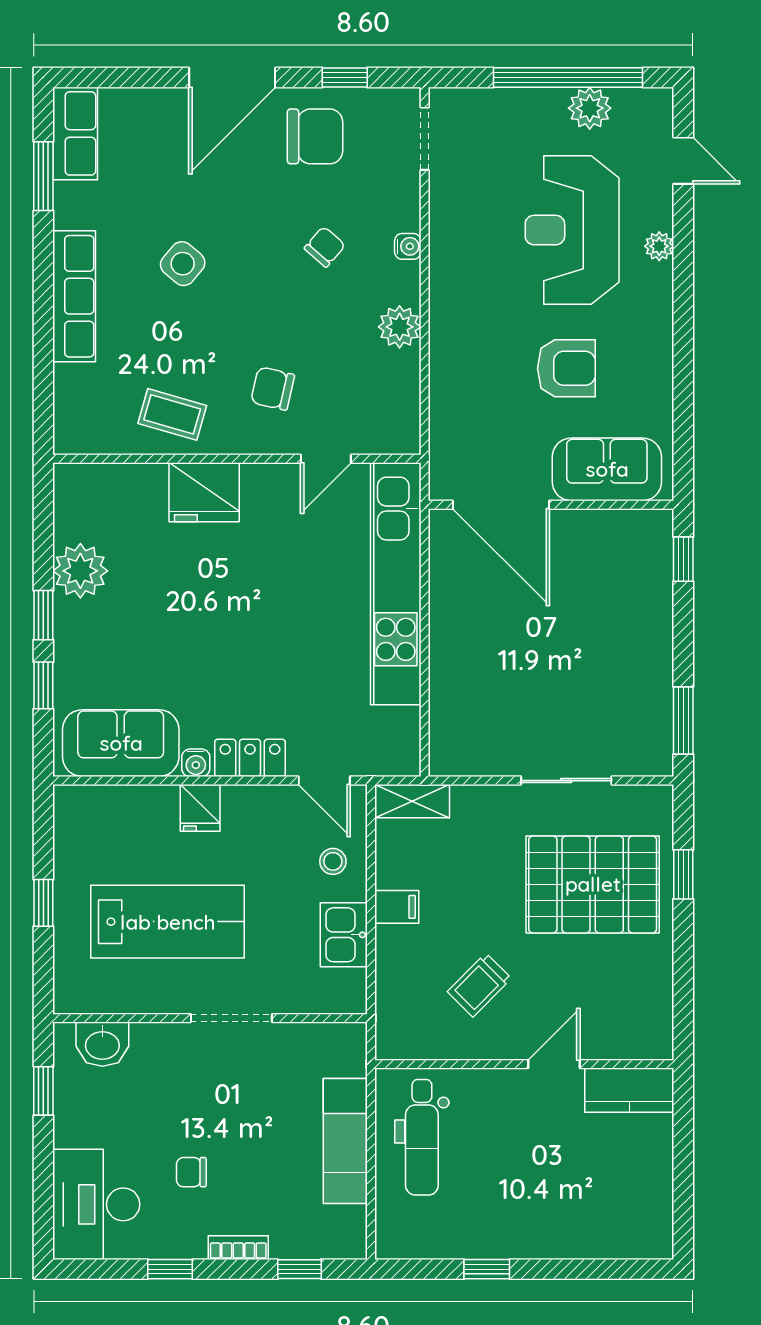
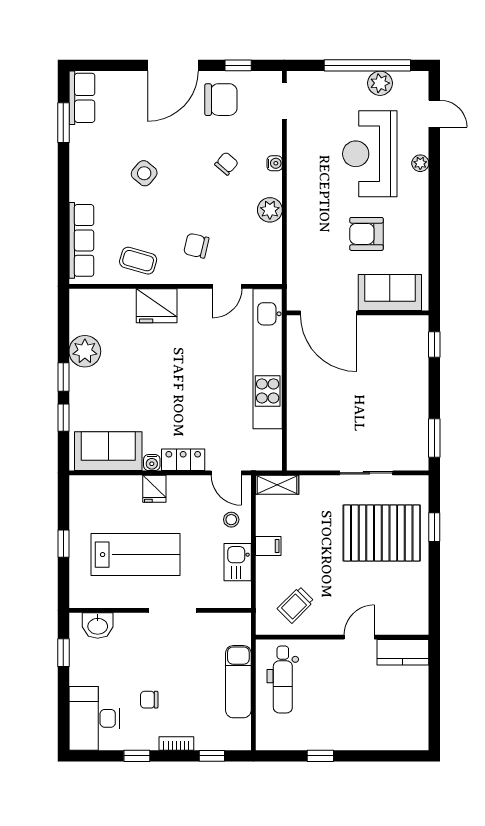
row of seats: (74, 296) -> (81, 240), moved
armchair: (566, 368) -> (367, 234), turned 180
trolley: (479, 985) -> (296, 605), moved

